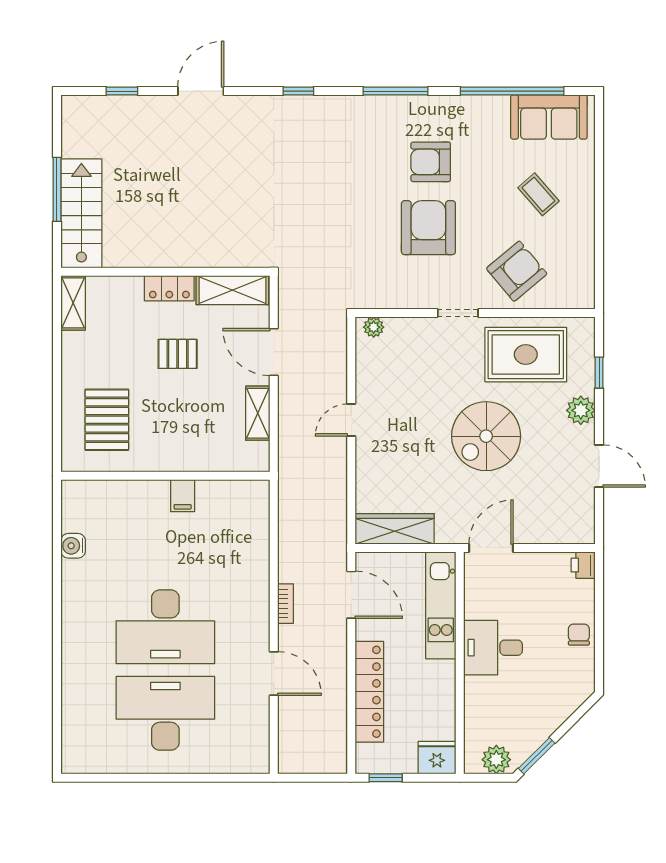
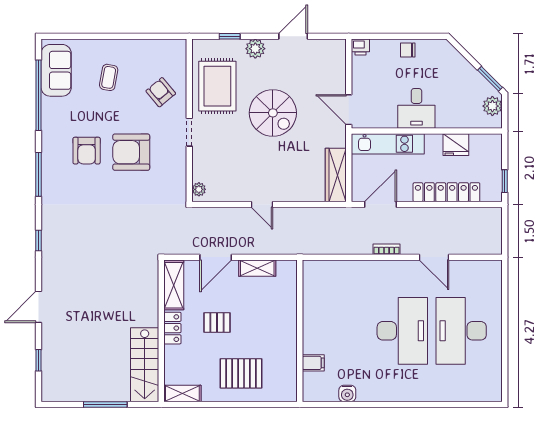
door: (201, 91) -> (39, 307), hinge flipped
coffee table: (538, 194) -> (109, 77), turned -39
stairs: (81, 213) -> (145, 365), moved, turned -90
armchair: (517, 271) -> (161, 92), width x0.72, depth x0.72
pallet: (178, 354) -> (217, 322), turned 90
pallet: (107, 420) -> (241, 373), moved
filing cabinet: (183, 496) -> (313, 363), moved
door: (274, 674) -> (434, 257), swing flipped
fridge: (437, 758) -> (456, 145), moved, turned -90

